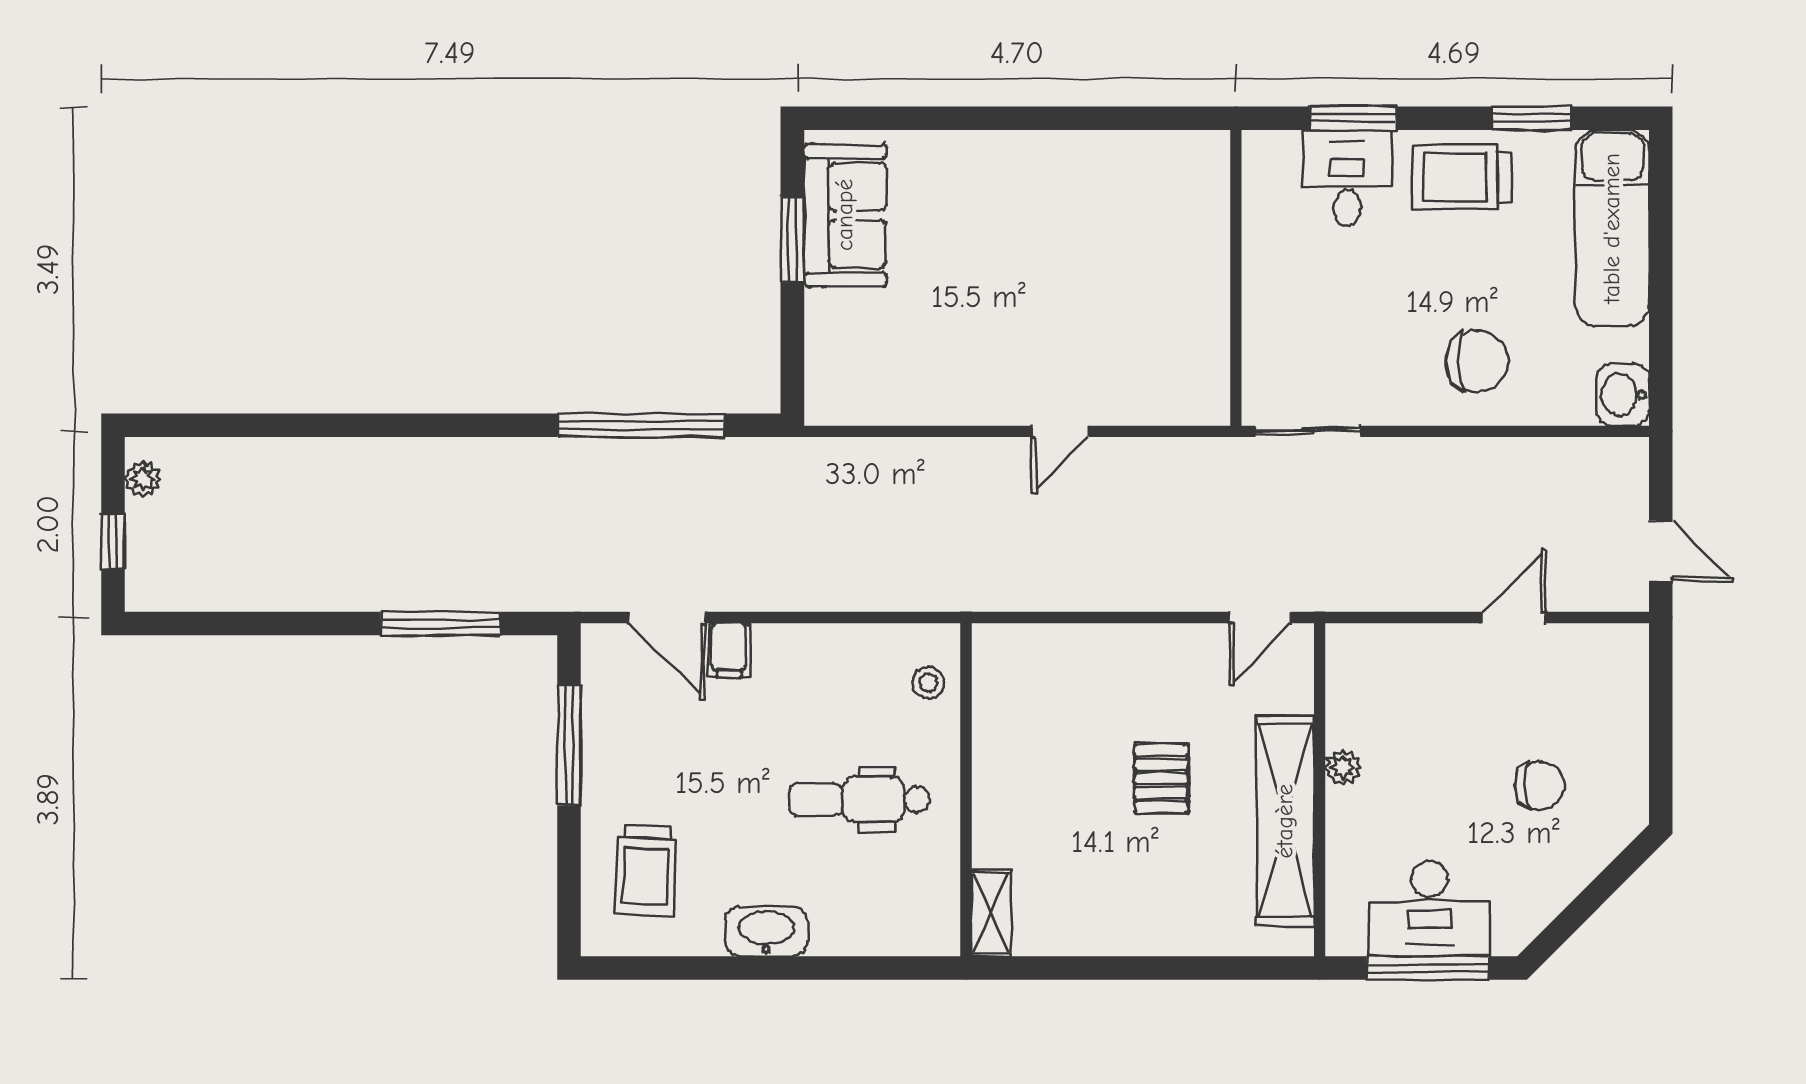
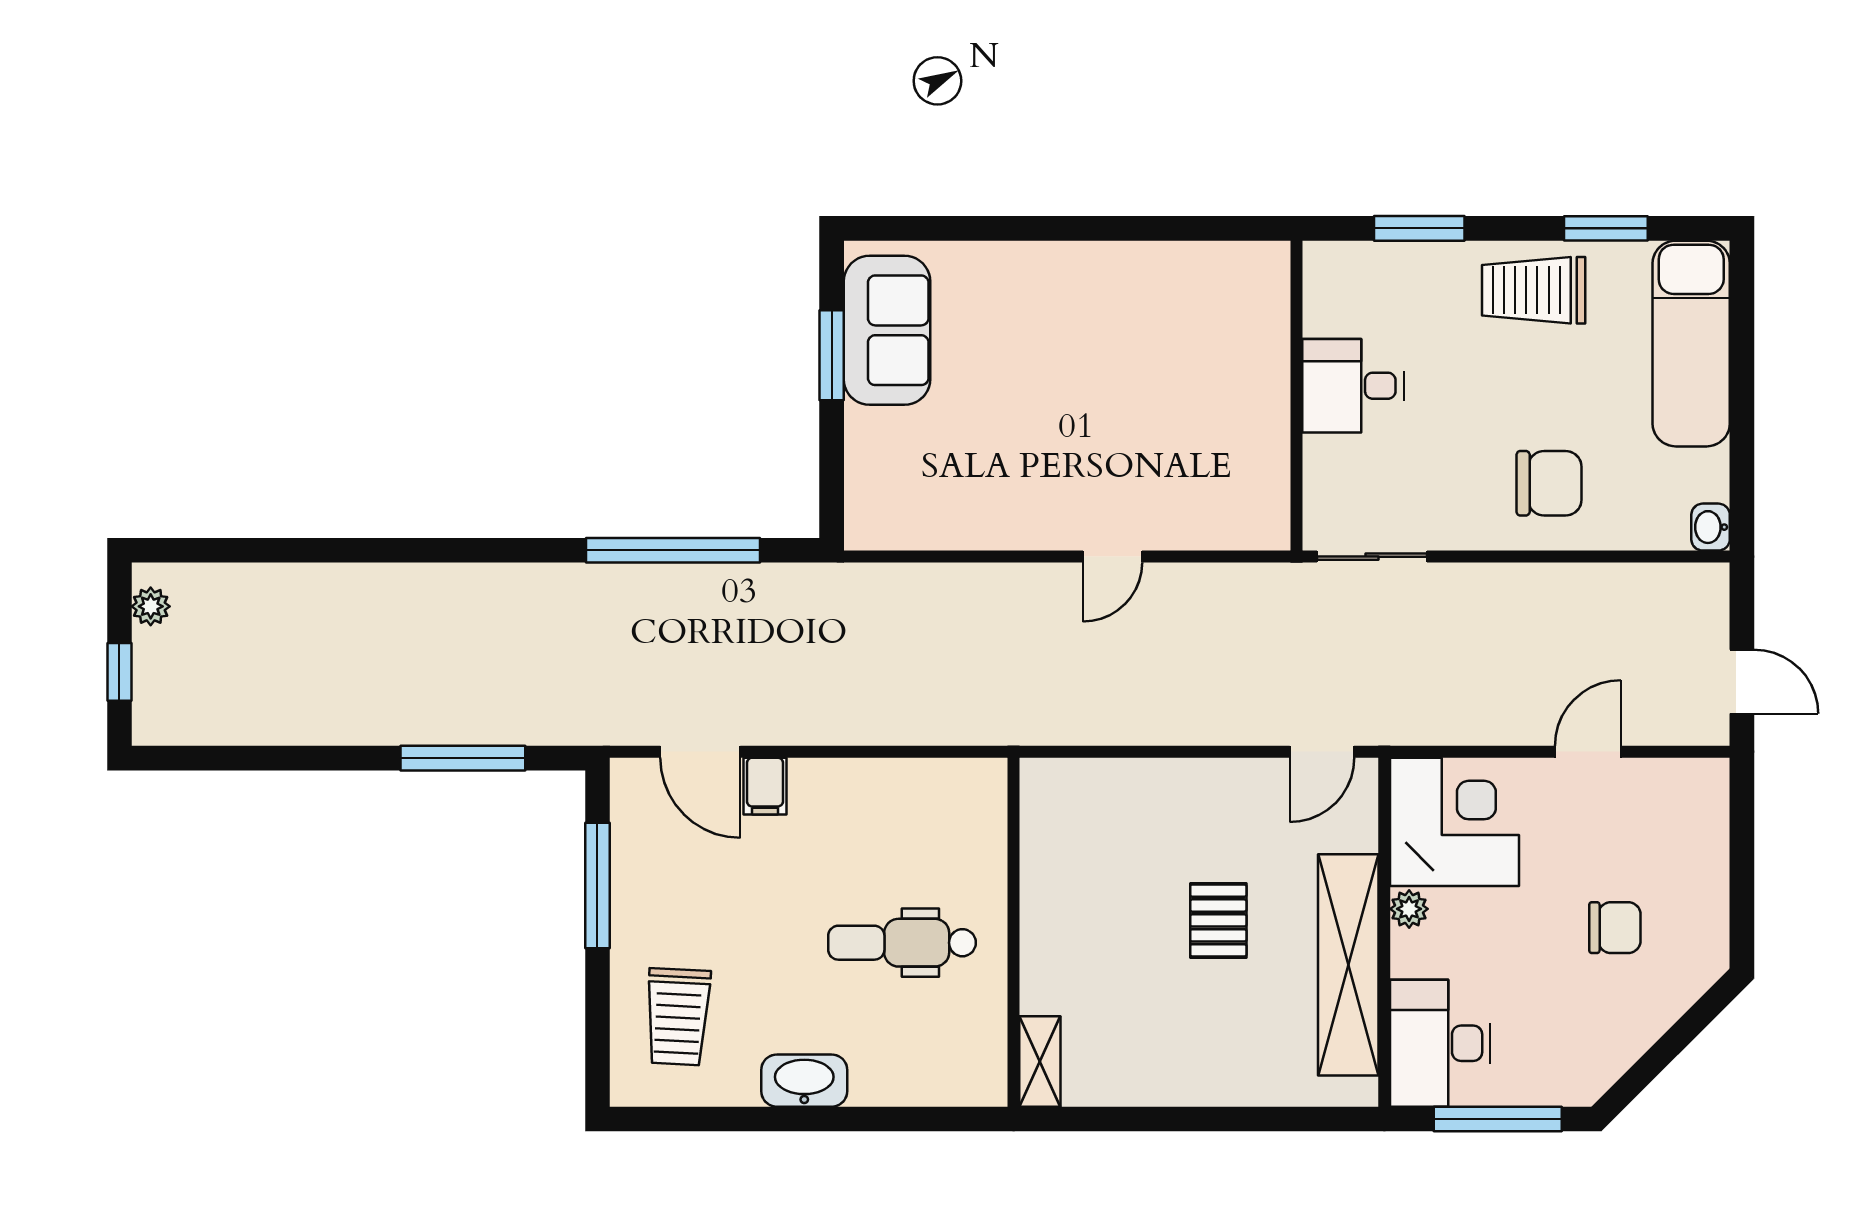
desk: (1347, 178) -> (1353, 386), moved, turned -90
washbasin: (1623, 395) -> (1711, 527), width x0.72, depth x0.69
stool: (928, 683) -> (974, 820), removed
corner desk: (1387, 684) -> (1454, 822), added
desk: (1429, 909) -> (1440, 1043), moved, turned 90

